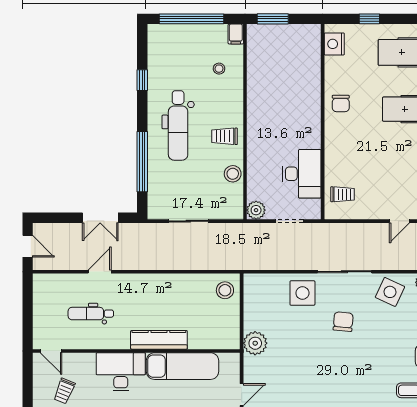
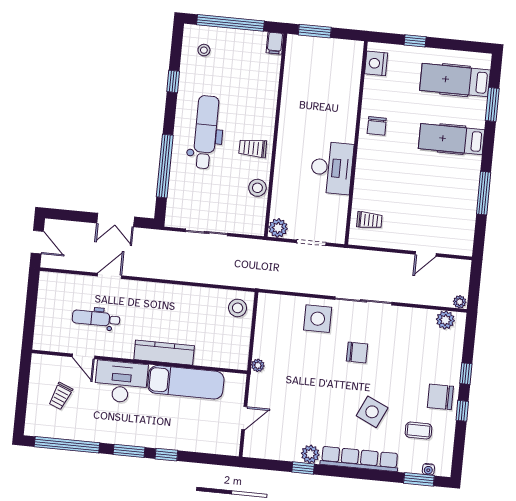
stool: (219, 69) -> (204, 50), moved
dental chair: (178, 125) -> (206, 132), turned 180
desk: (302, 174) -> (332, 168), moved
side table: (390, 292) -> (372, 412), moved
chair: (343, 322) -> (357, 352), turned 85
plant: (255, 343) -> (258, 365), width x0.53, depth x0.53
door: (51, 351) -> (83, 356), moved

